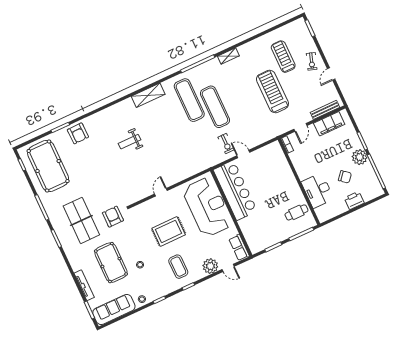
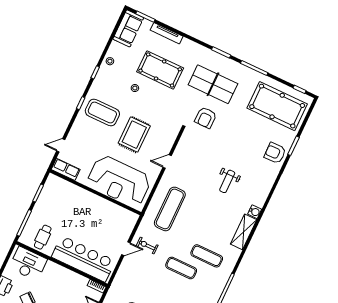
exercise mat: (189, 100) -> (207, 256), width x0.73, depth x0.69
water cooler: (128, 103) -> (255, 212), added
exercise mat: (215, 107) -> (181, 268), width x0.73, depth x0.69
weight bench: (130, 142) -> (227, 181), turned 180
exercise mat: (188, 156) -> (170, 209), added
bar counter: (235, 190) -> (83, 259), moved, turned 180
desk: (318, 190) -> (28, 264), moved
door: (161, 192) -> (167, 161), swing flipped
armchair: (113, 217) -> (206, 118), moved, turned 90
plant: (210, 266) -> (77, 135), removed
coffee table: (178, 267) -> (102, 112), width x1.36, depth x1.32
sofa: (114, 309) -> (128, 28), width x0.73

